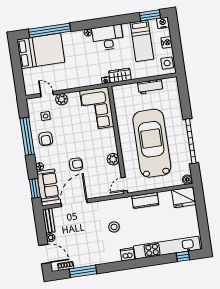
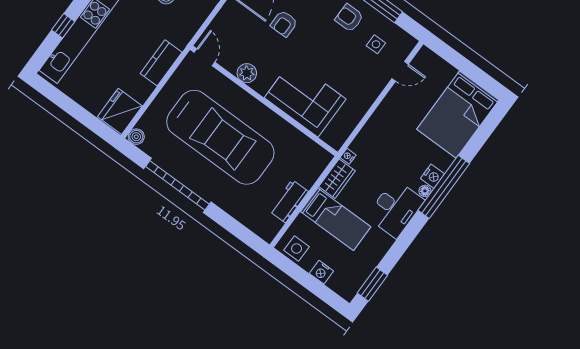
nightstand: (163, 23) -> (433, 176), moved
window: (50, 30) -> (444, 187), moved
bed: (142, 41) -> (336, 219), moved, turned 180
plant: (62, 99) -> (377, 82), removed
corner sofa: (97, 109) -> (305, 98), moved
window: (183, 256) -> (63, 26), moved

